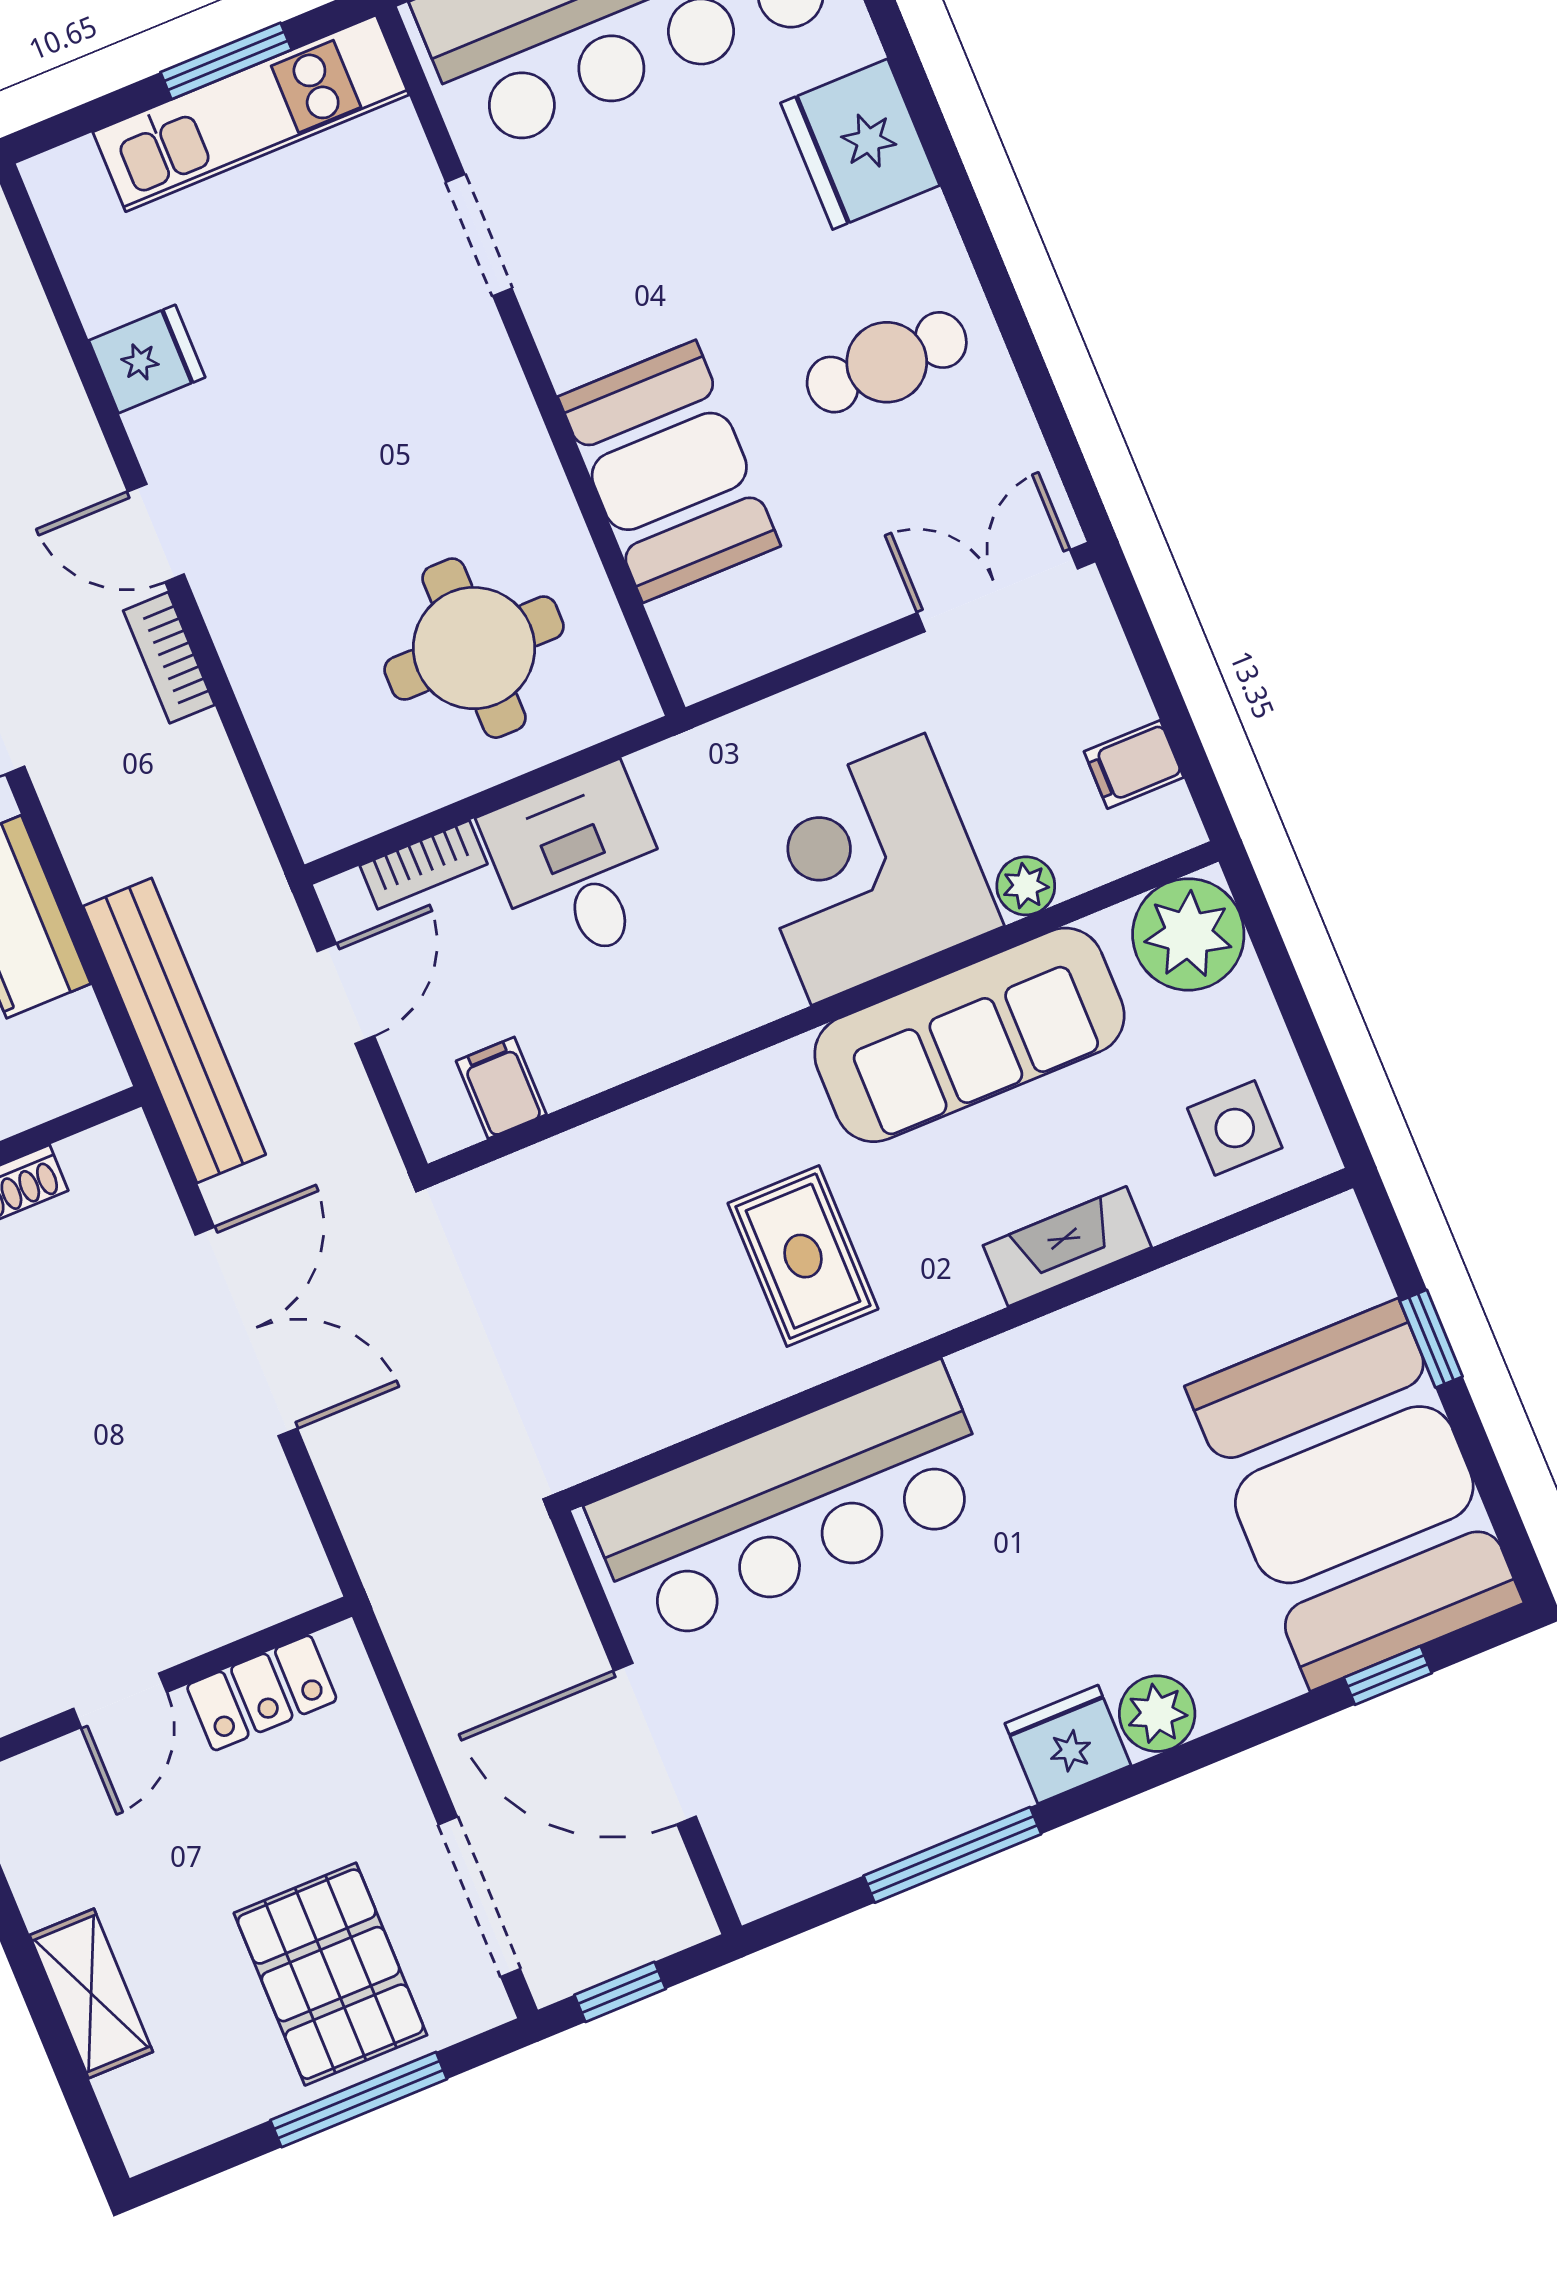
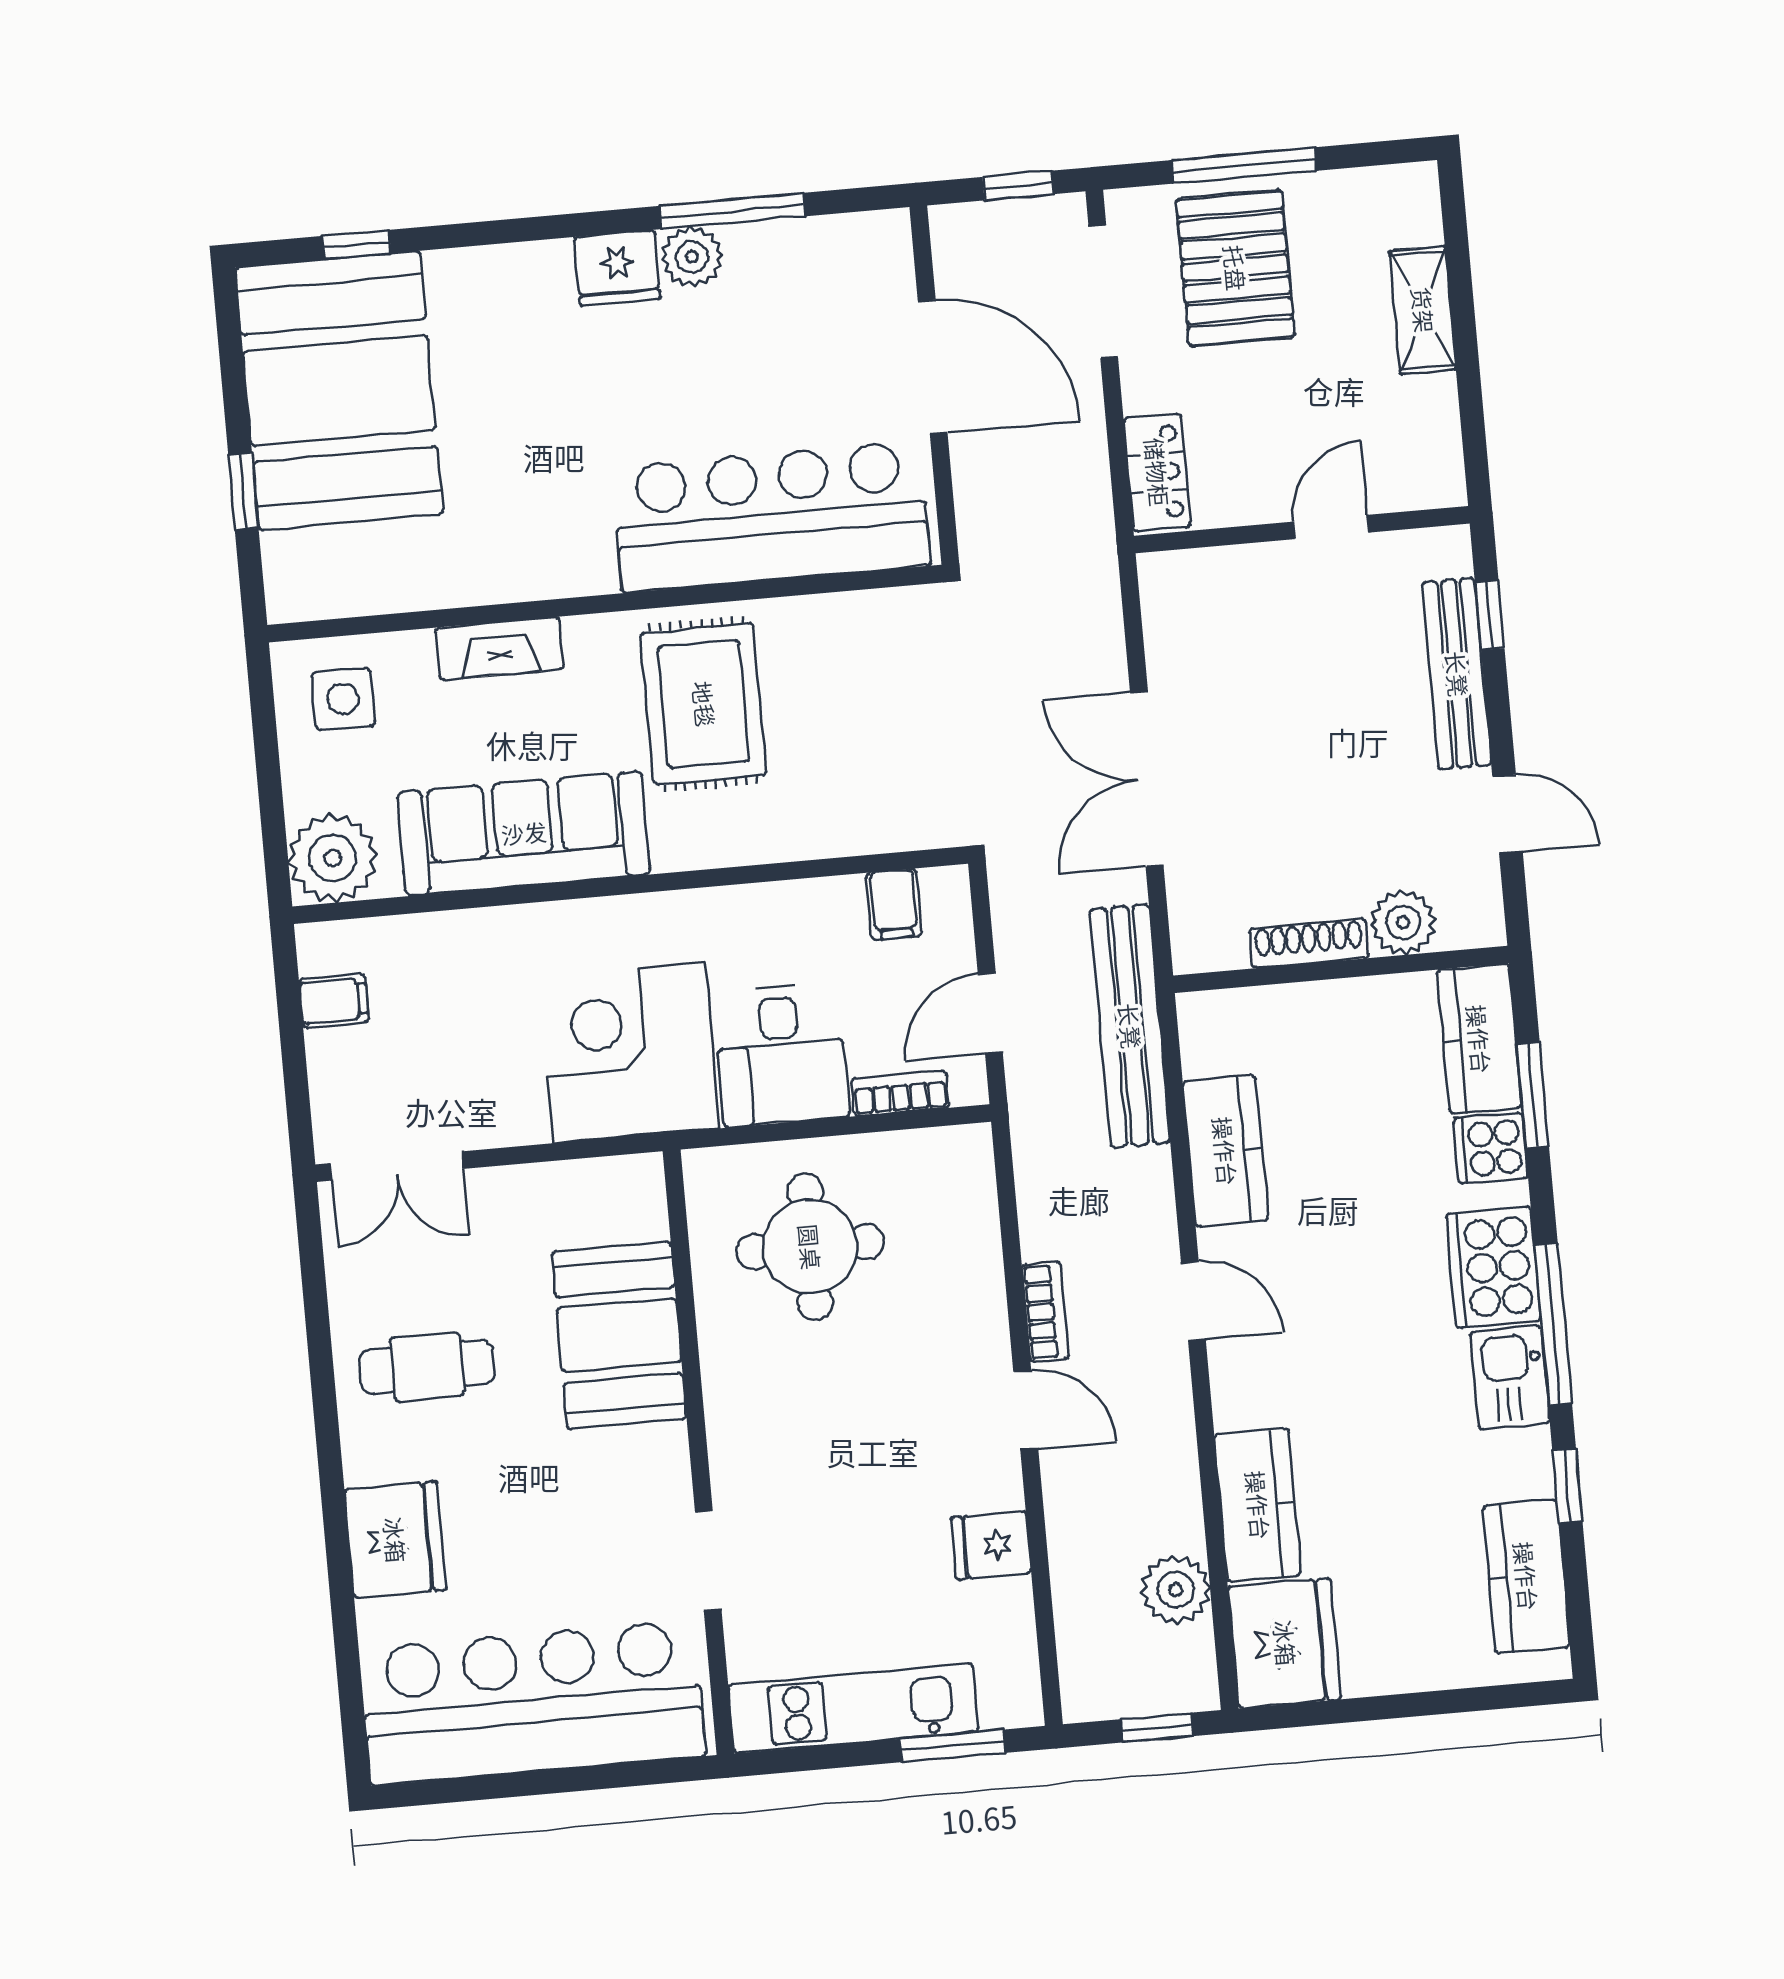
window: (226, 61) -> (953, 1746), moved
corner desk: (868, 869) -> (629, 1052), moved, turned 180
plant: (1026, 886) -> (445, 934), removed
rug: (803, 1256) -> (704, 704), width x1.36, depth x1.43
locker: (262, 1693) -> (1157, 472), moved, turned 90
plant: (1157, 1714) -> (692, 257), moved

